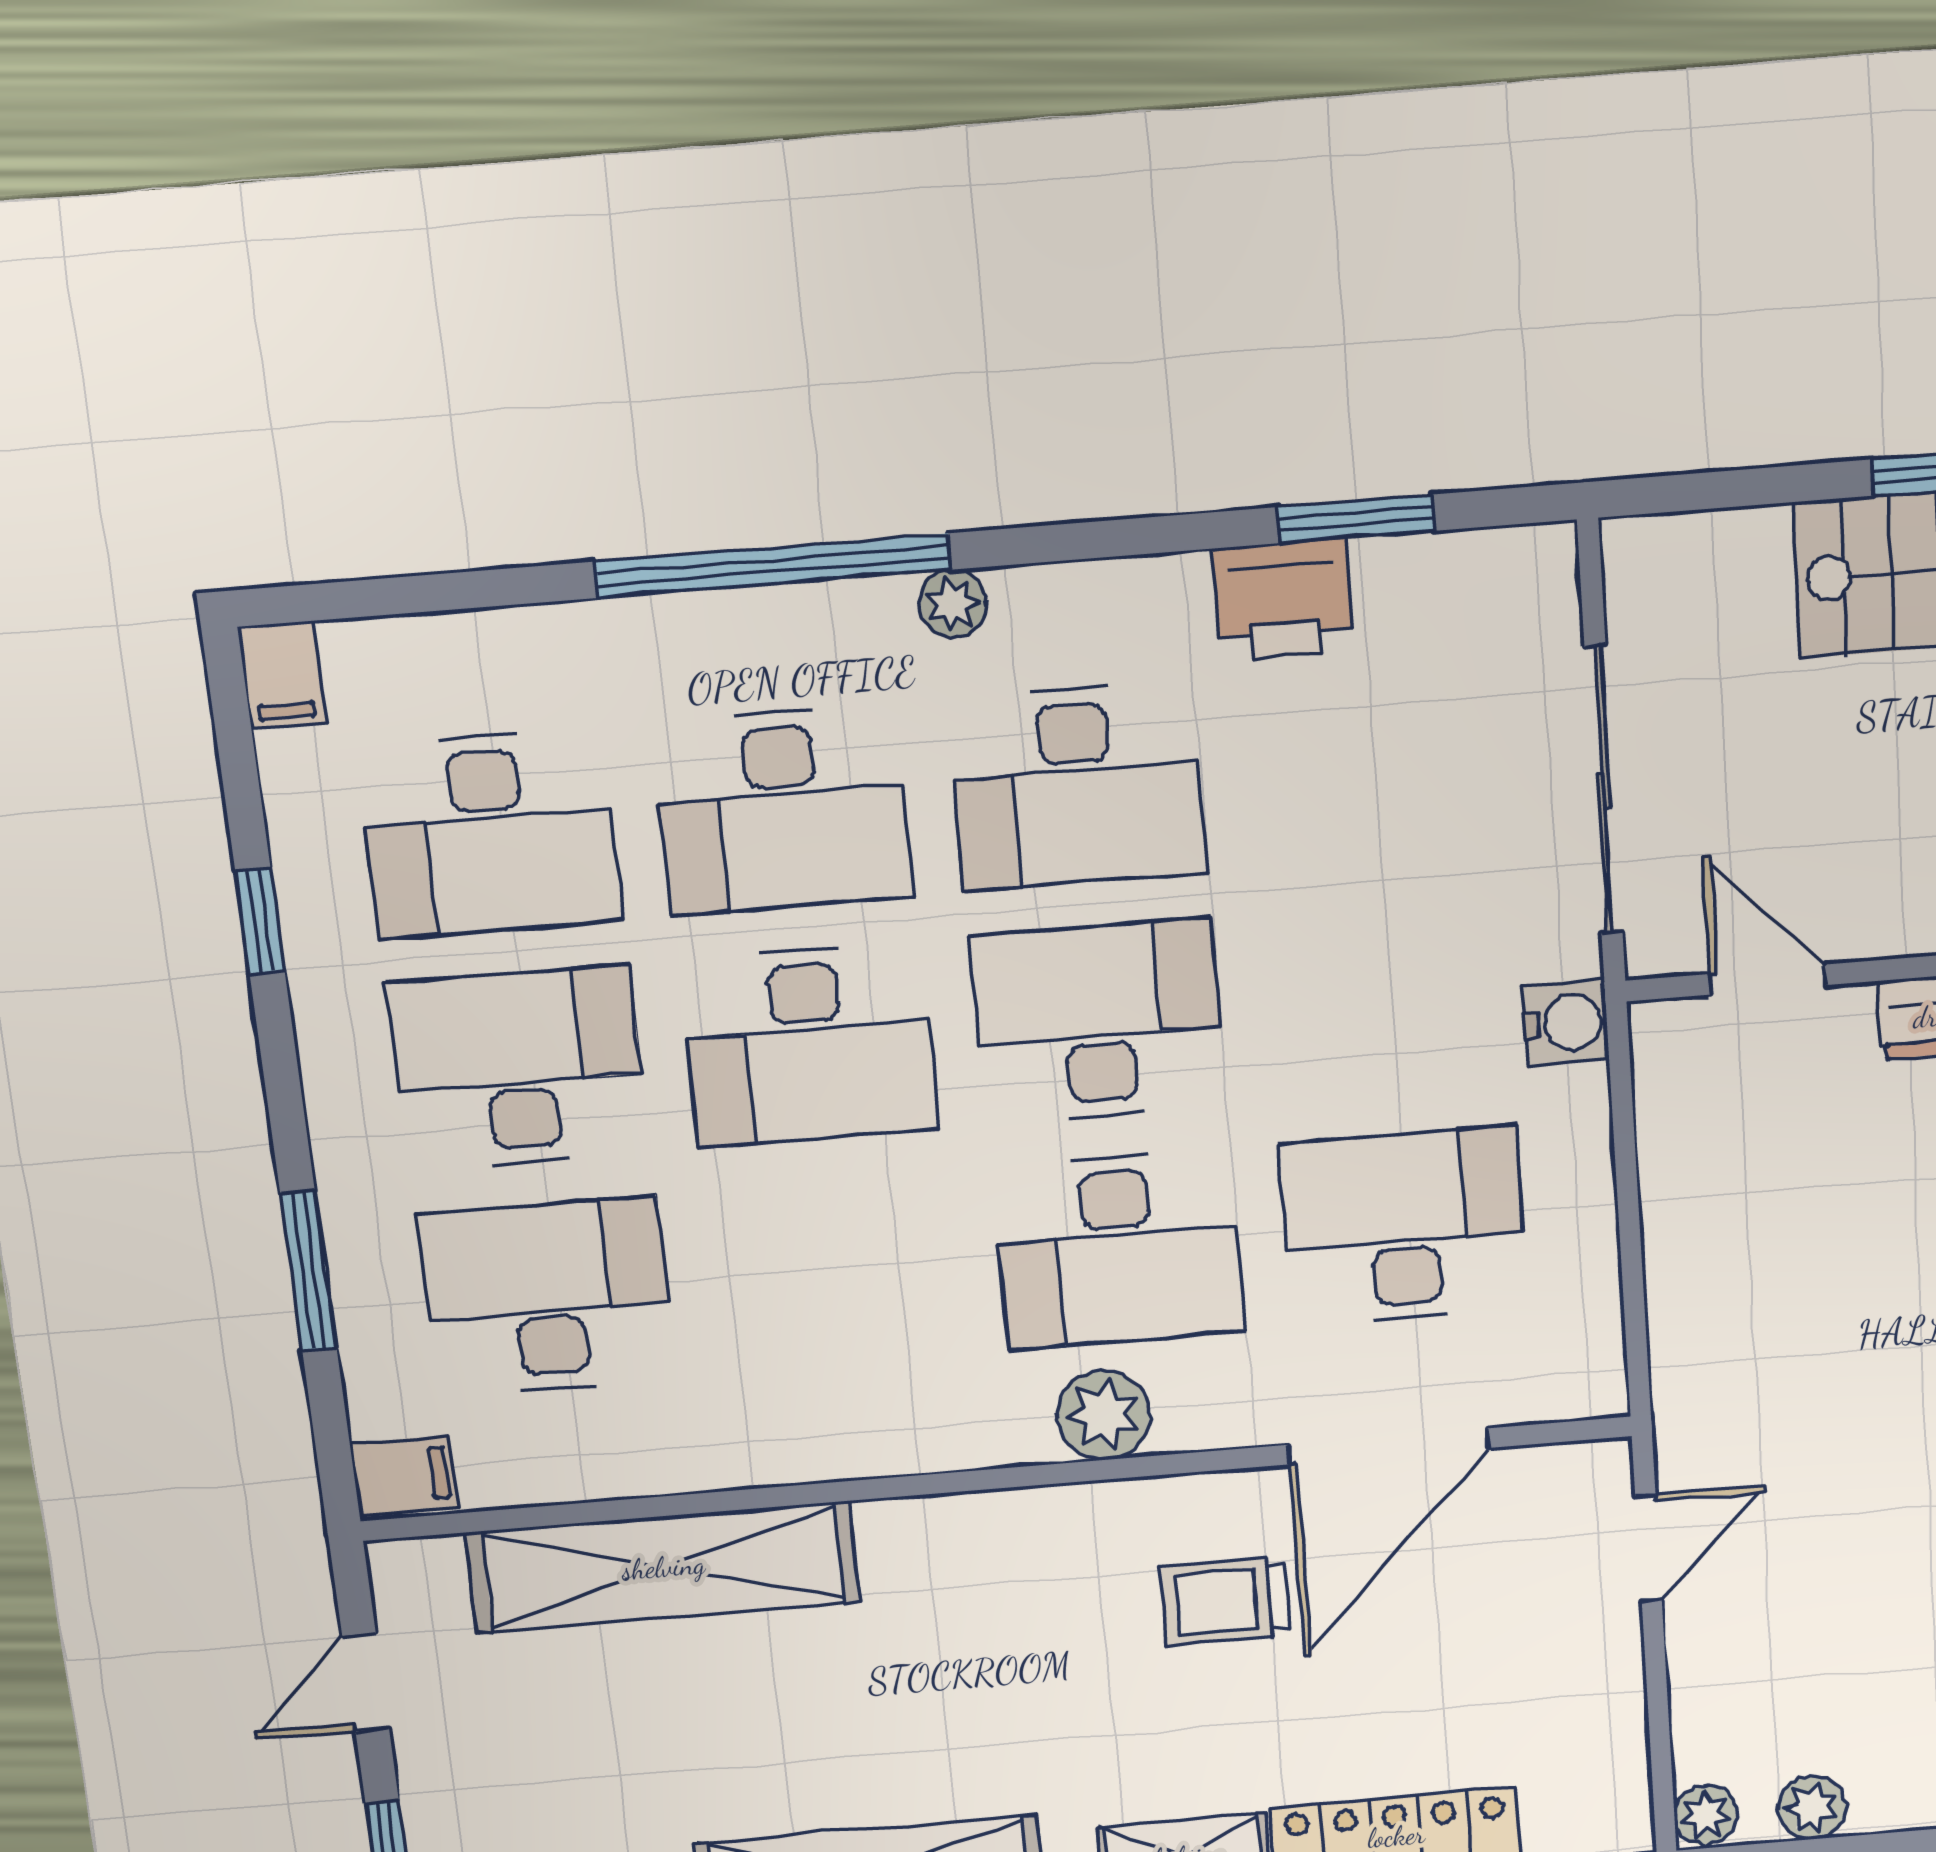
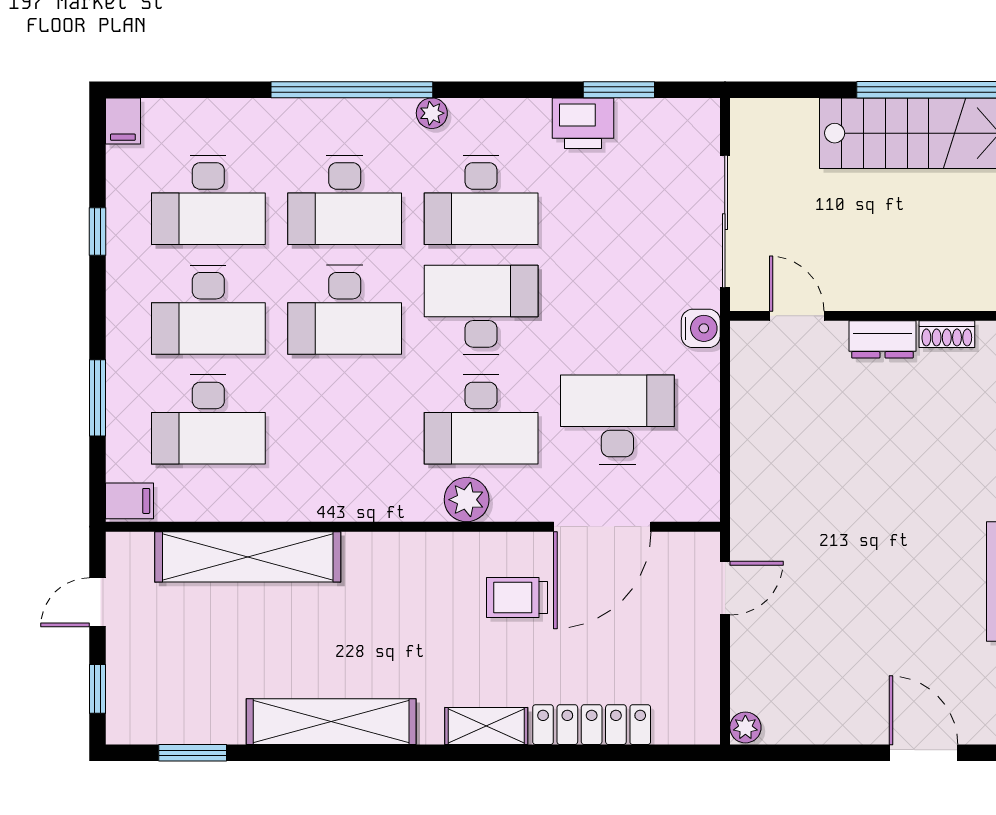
desk: (519, 1068) -> (208, 310), turned 180
desk: (547, 1297) -> (208, 420), turned 180
plant: (1812, 1808) -> (798, 728), removed

